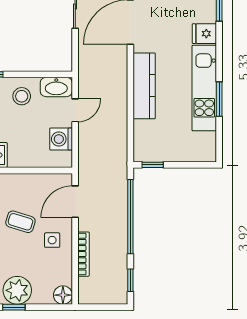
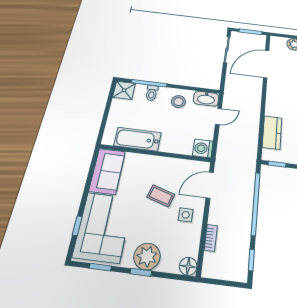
kitchen counter: (144, 86) -> (272, 133), moved, width x0.67
washing machine: (61, 139) -> (203, 148), moved
bookcase: (84, 254) -> (211, 238), width x0.64

